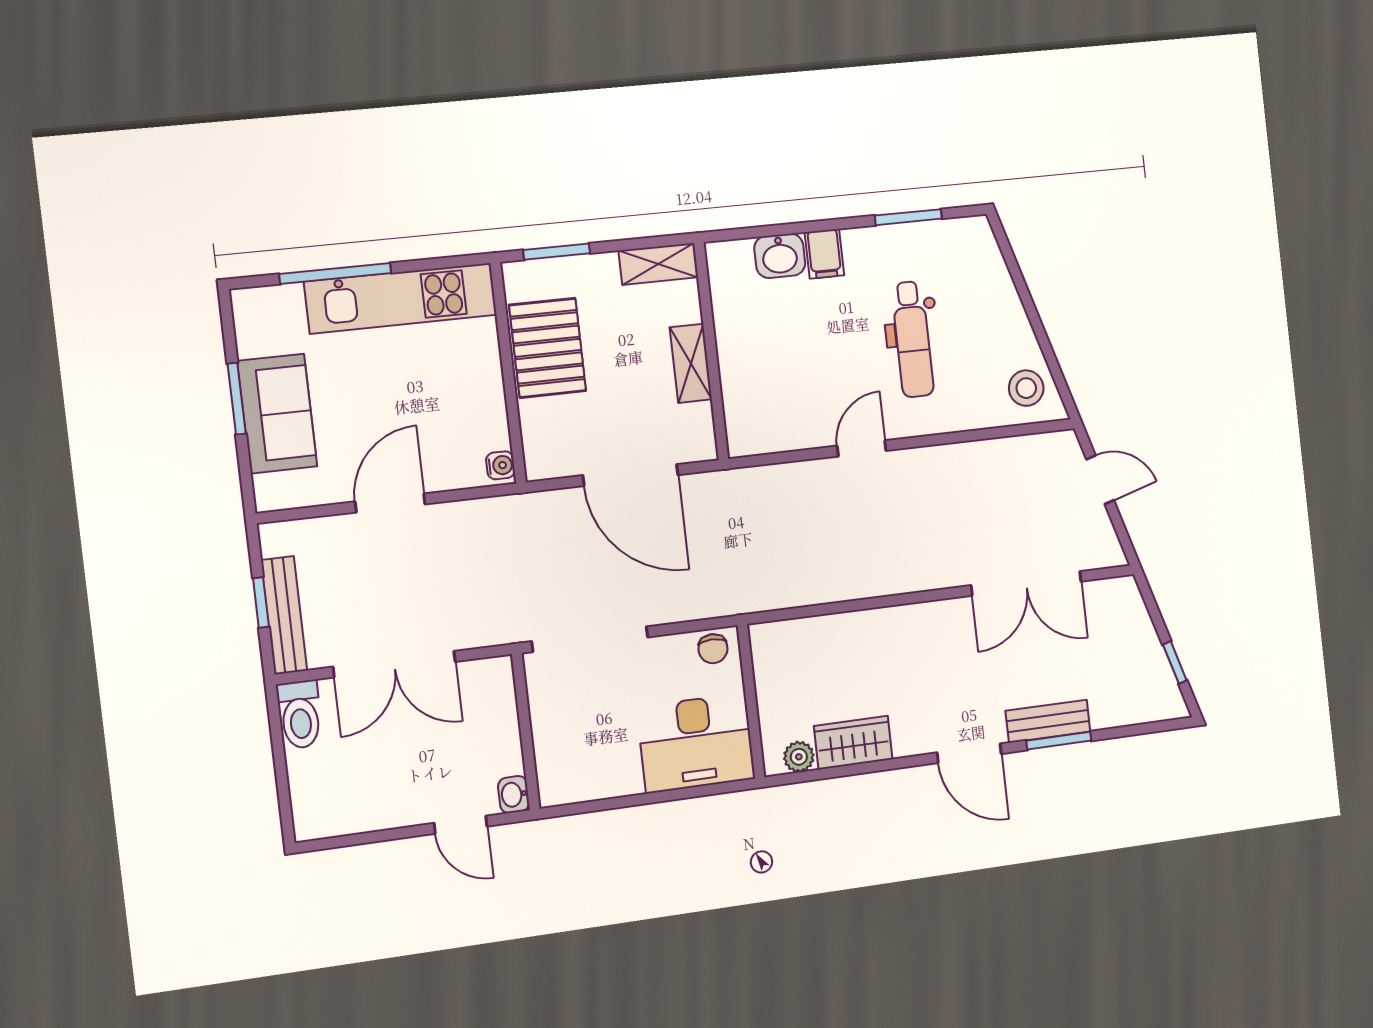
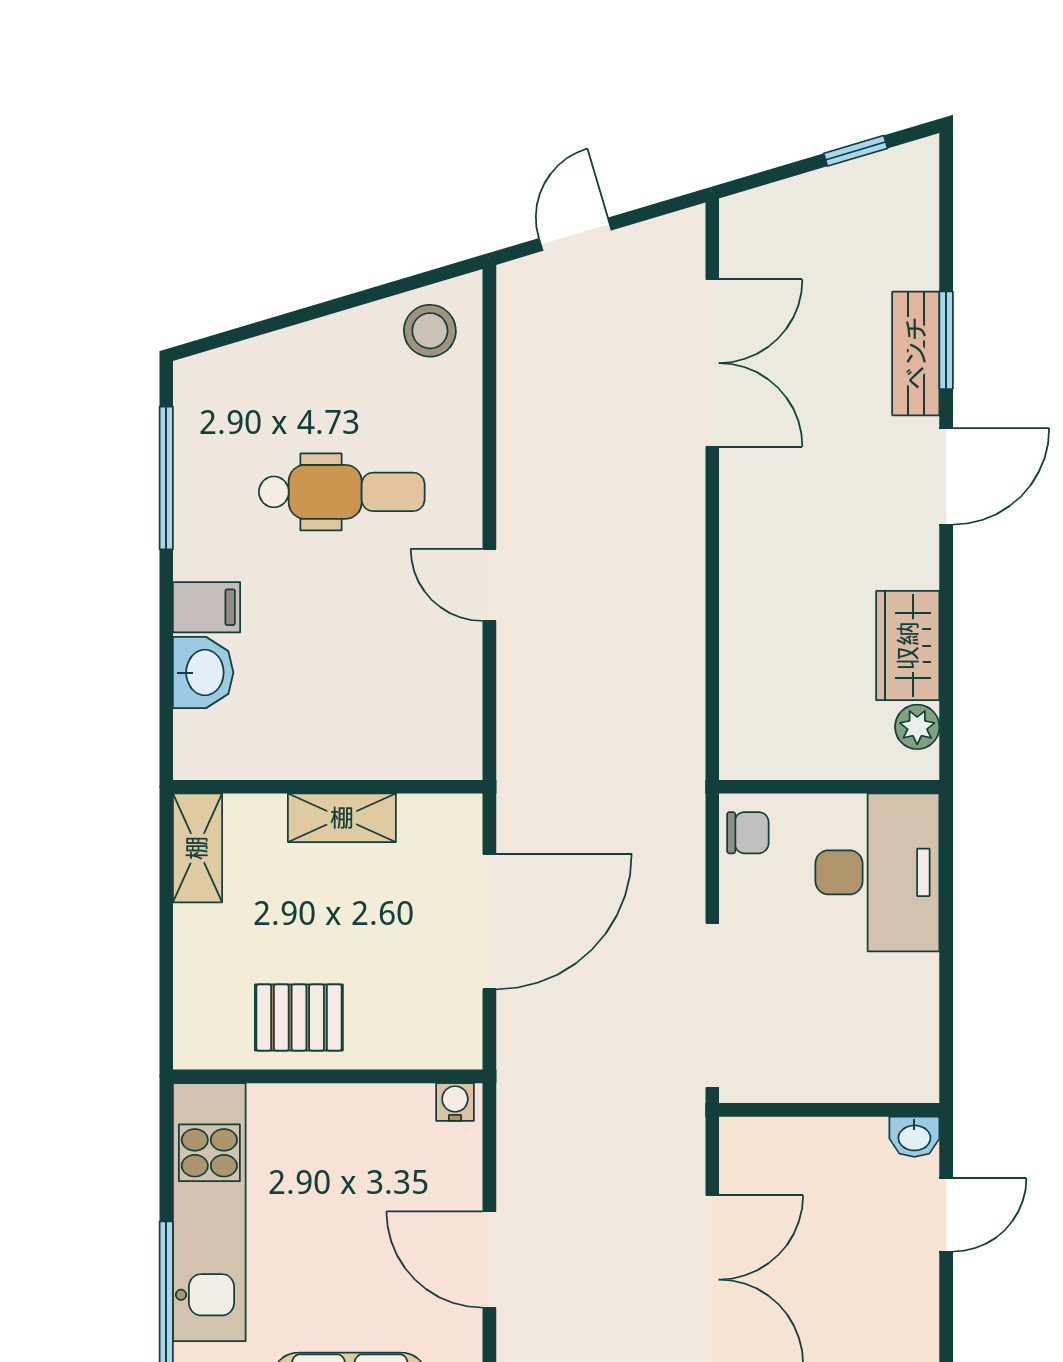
window: (908, 217) -> (166, 478), width x1.44
window: (557, 252) -> (166, 989), removed
pallet: (548, 348) -> (299, 1017), width x0.67, depth x0.71

